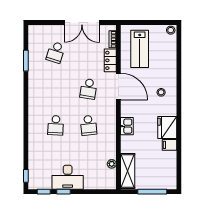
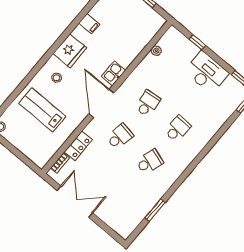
lab bench: (140, 49) -> (42, 110), moved, turned -90
school desk: (56, 52) -> (150, 162), moved
door: (118, 86) -> (101, 103), moved
fridge: (167, 127) -> (70, 51), moved
shelving: (128, 171) -> (147, 32), removed
window: (64, 192) -> (197, 42), moved

